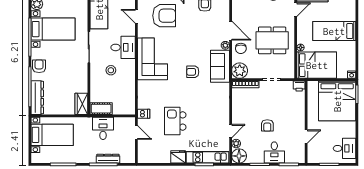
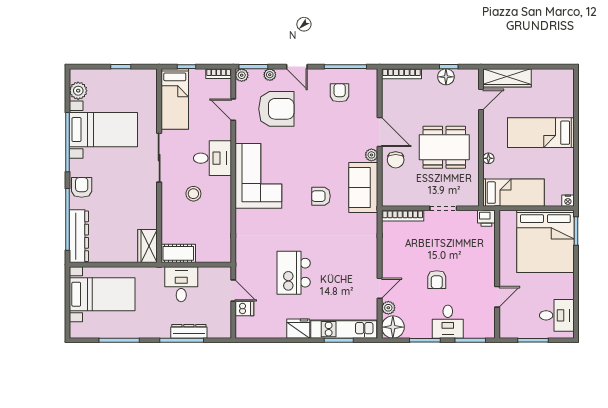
bed: (317, 65) -> (514, 193), width x0.67
plant: (240, 71) -> (394, 194), removed
dishwasher: (144, 114) -> (244, 309), moved

